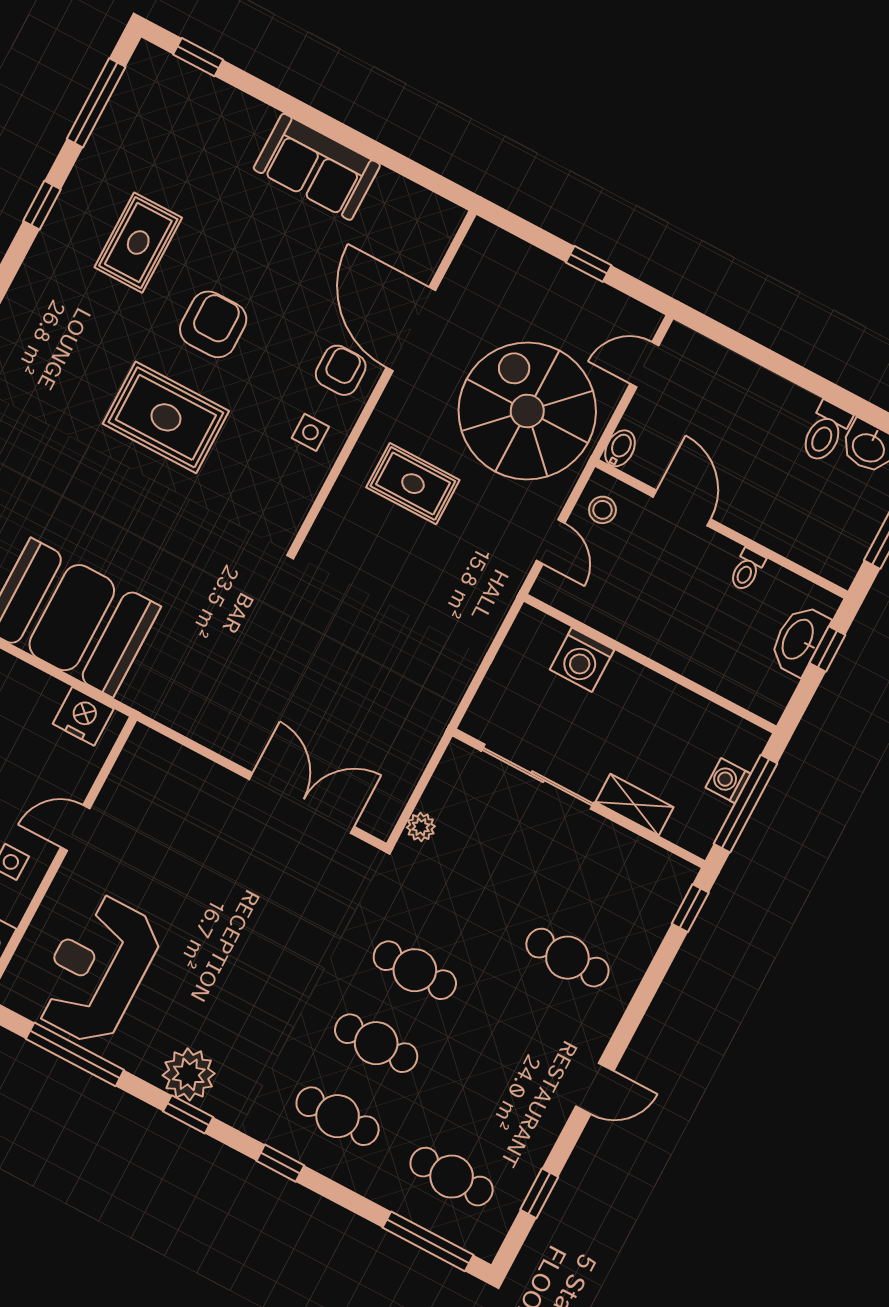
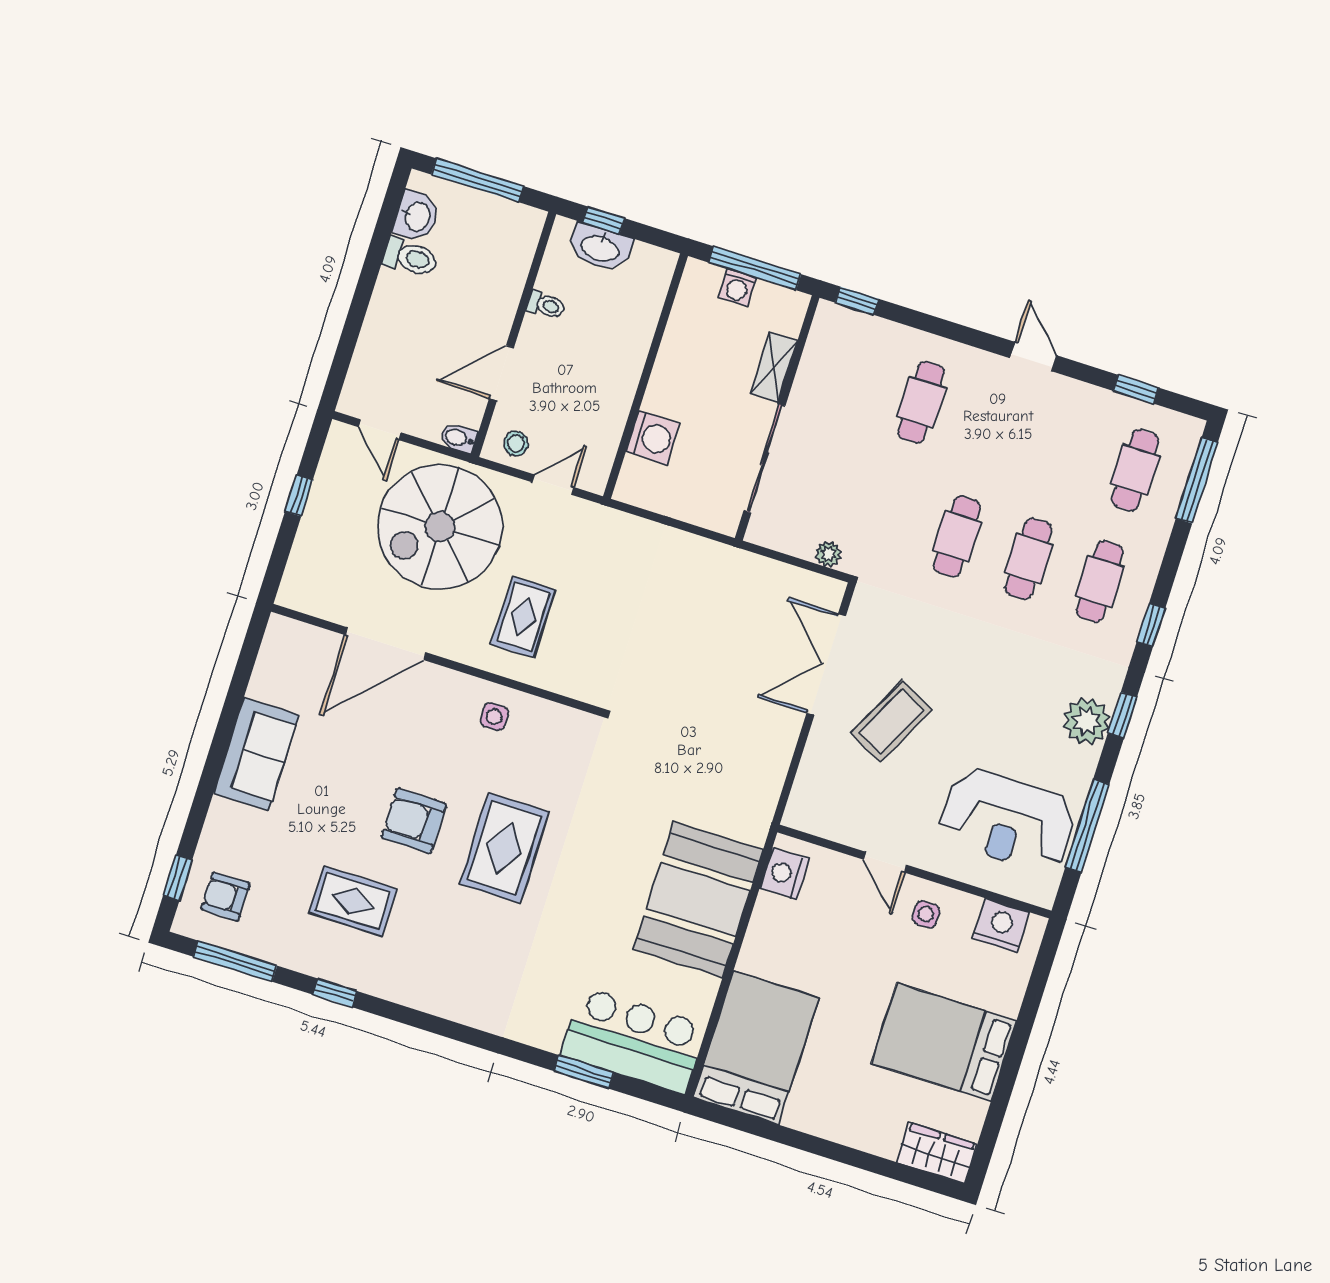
armchair: (341, 370) -> (225, 897), moved
coffee table: (227, 862) -> (891, 721), added

